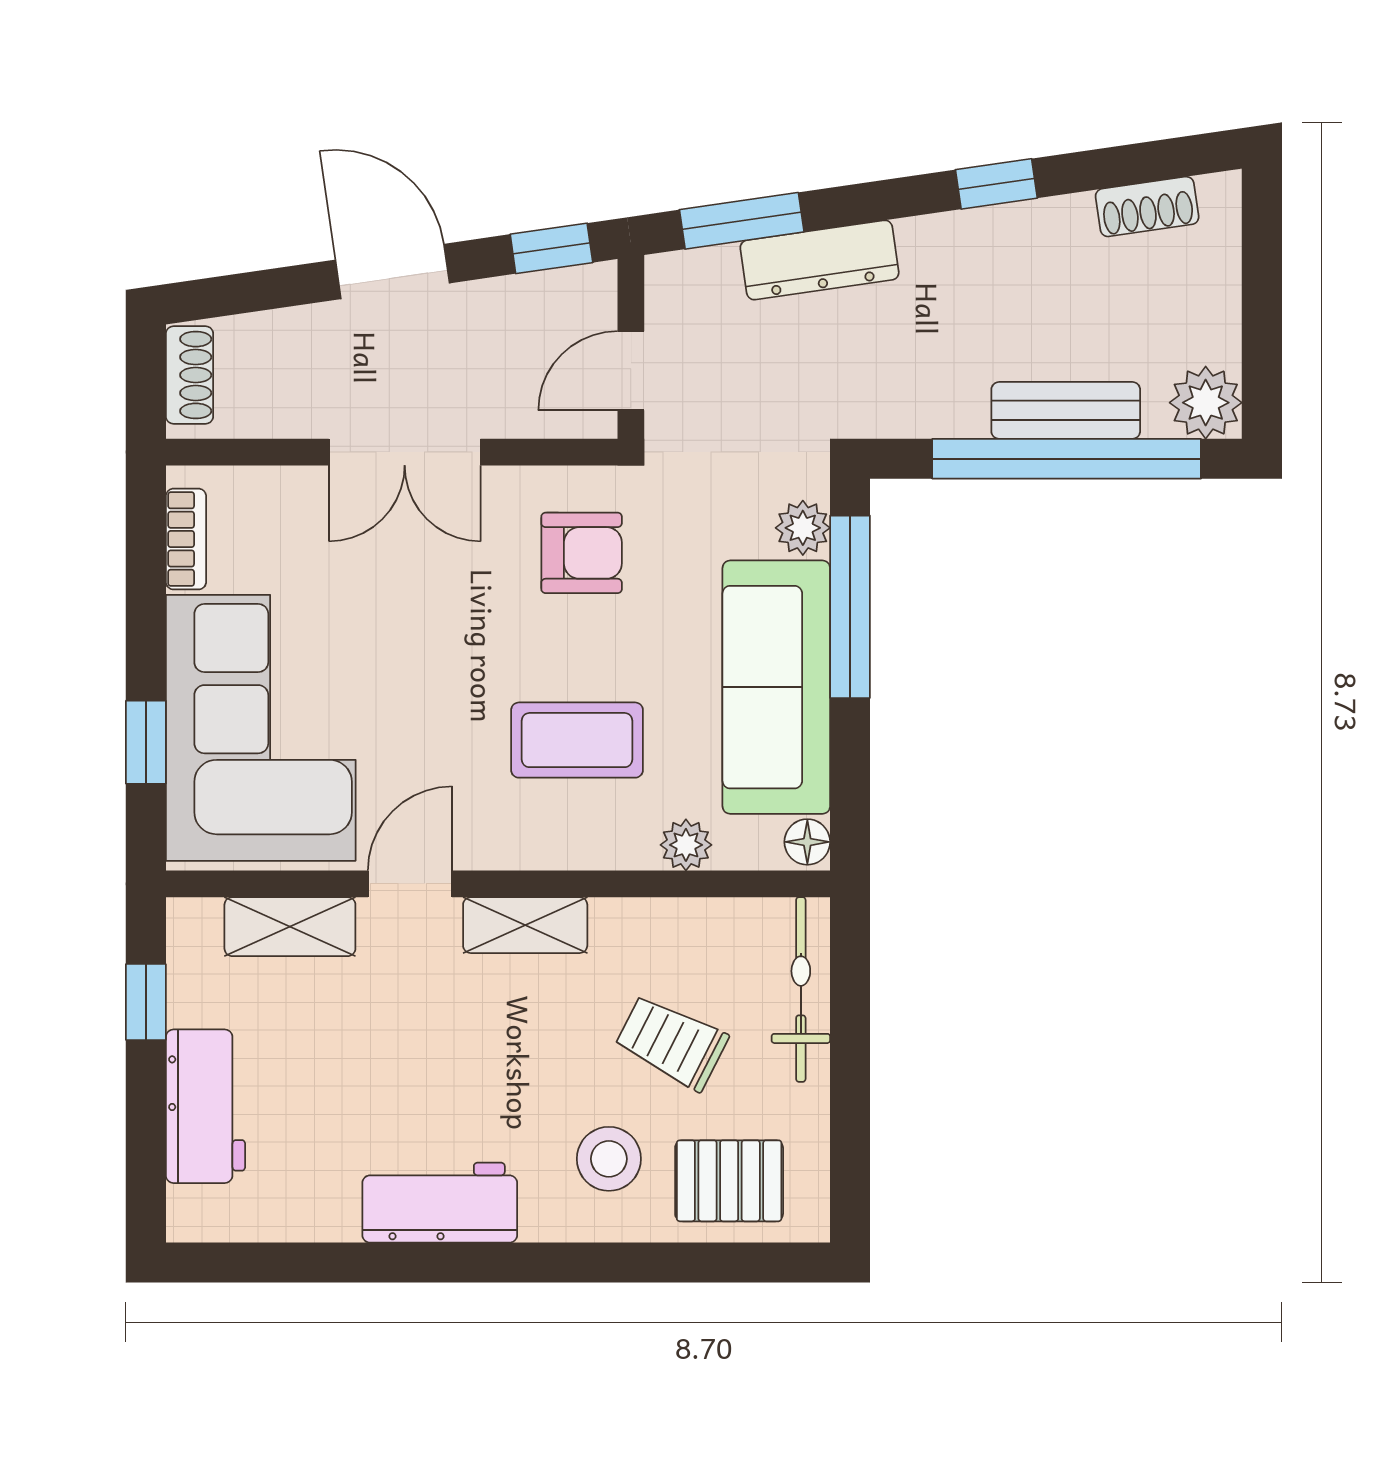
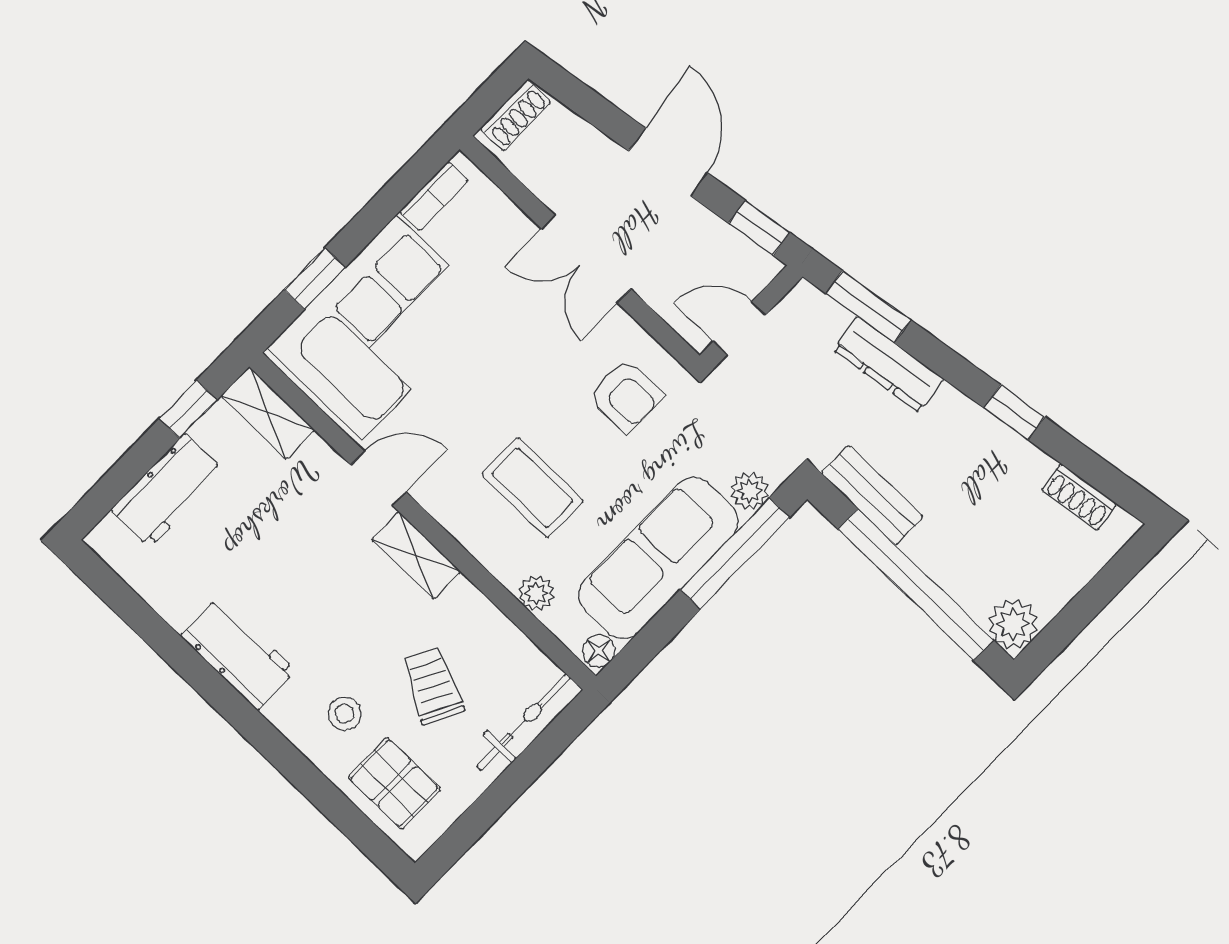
bench: (1066, 410) -> (872, 495), moved
shelving: (290, 927) -> (268, 413), moved
stool: (609, 1159) -> (345, 714), width x0.73, depth x0.73

